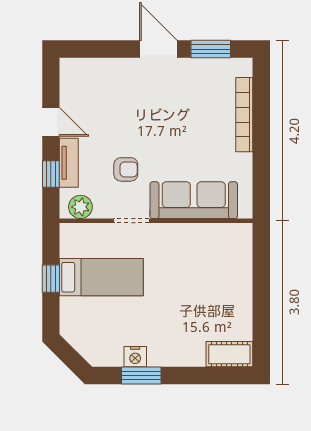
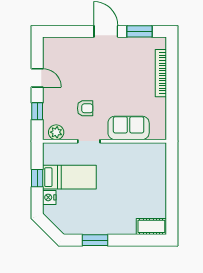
tv unit: (69, 163) -> (49, 104), removed
sofa: (194, 200) -> (129, 128), width x0.73
nightstand: (135, 357) -> (49, 197), moved, turned 90

